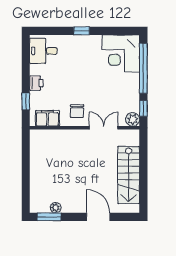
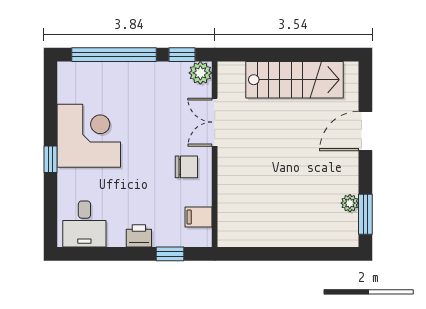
corner desk: (121, 53) -> (89, 136), moved, turned -90
filing cabinet: (47, 118) -> (199, 217), width x0.50

